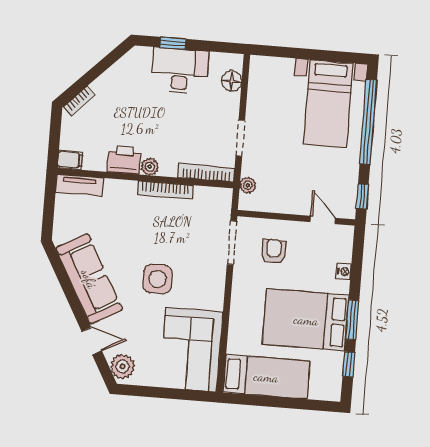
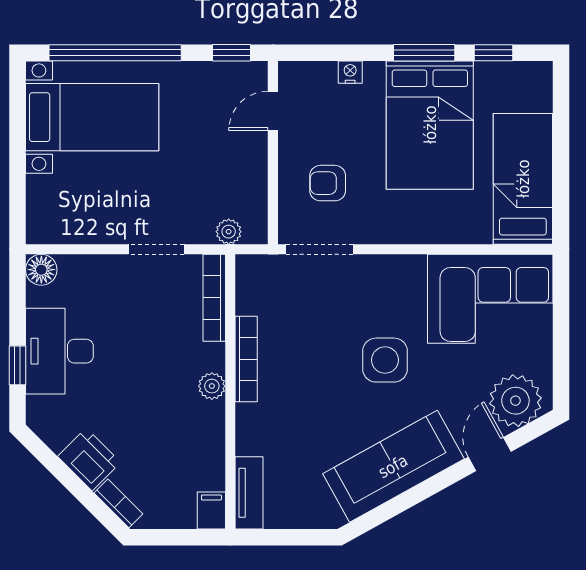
floor lamp: (232, 81) -> (41, 270), moved
printer: (124, 160) -> (89, 459), moved, turned 135
plant: (123, 366) -> (515, 401), width x1.36, depth x1.36

